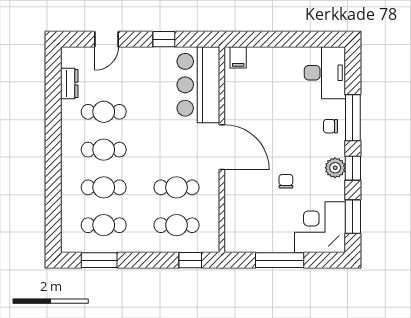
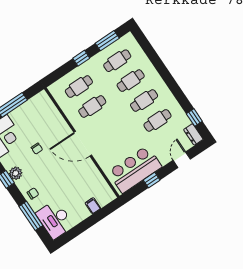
filing cabinet: (238, 57) -> (93, 206), moved
window: (53, 83) -> (194, 117), added
dresser: (69, 84) -> (193, 134), moved
bar counter: (198, 85) -> (135, 169), moved, turned -90
window: (353, 118) -> (31, 216), moved
window: (190, 260) -> (81, 58), moved

